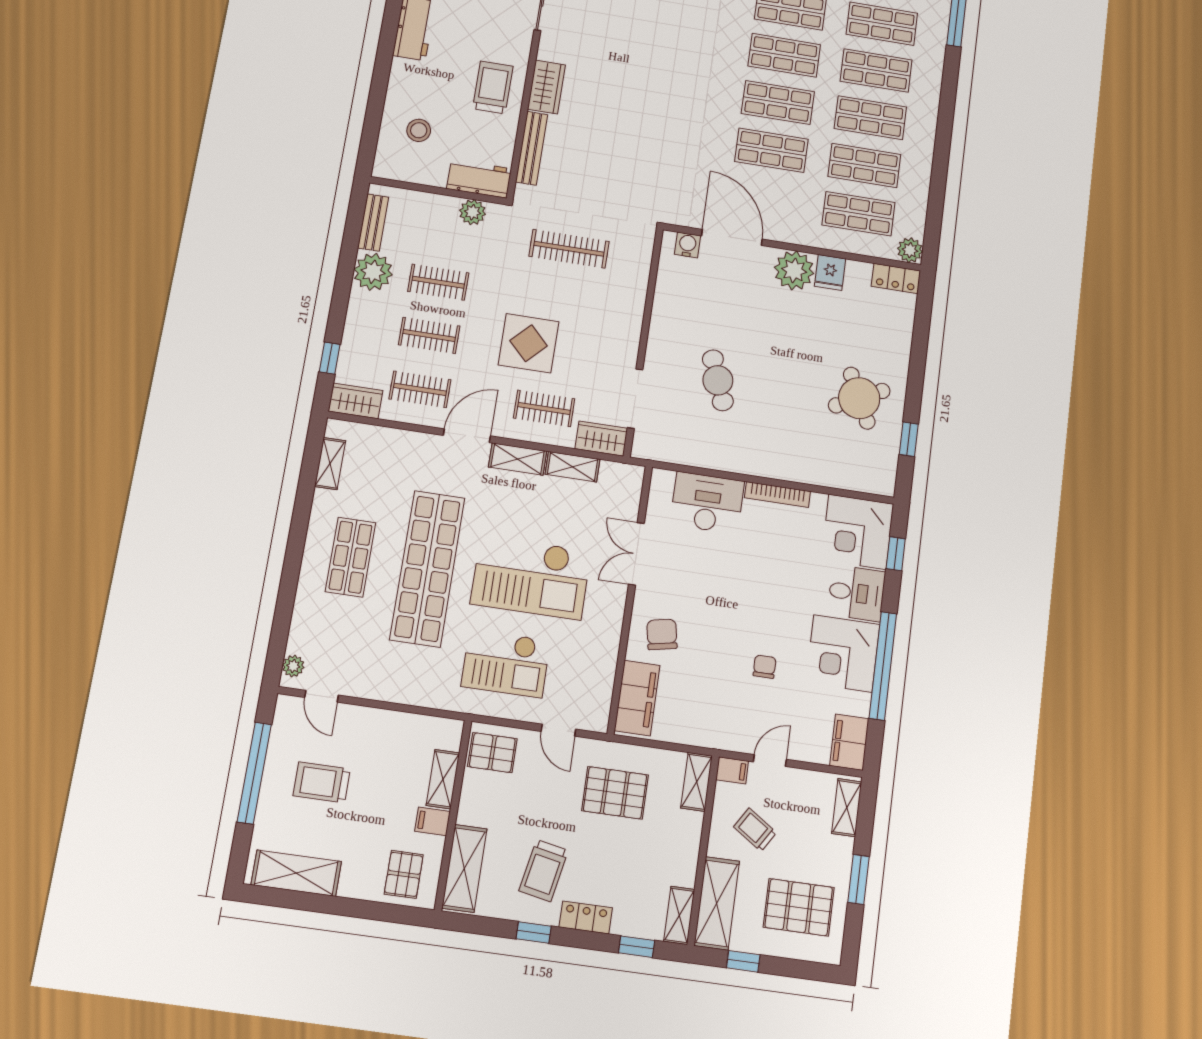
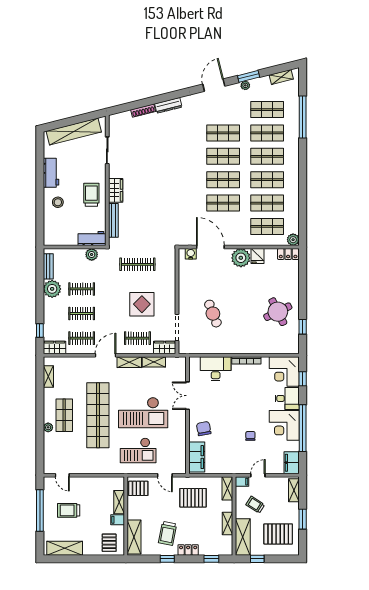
stool: (419, 130) -> (58, 202), moved
display table: (529, 343) -> (142, 304), moved
plant: (293, 666) -> (48, 427), moved
shelving: (679, 915) -> (228, 524), moved

